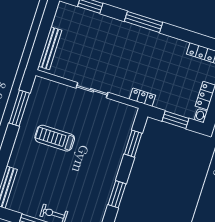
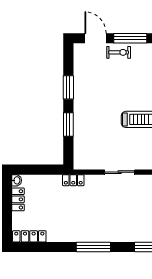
window: (176, 120) -> (38, 170), removed
window: (133, 144) -> (68, 124), moved

